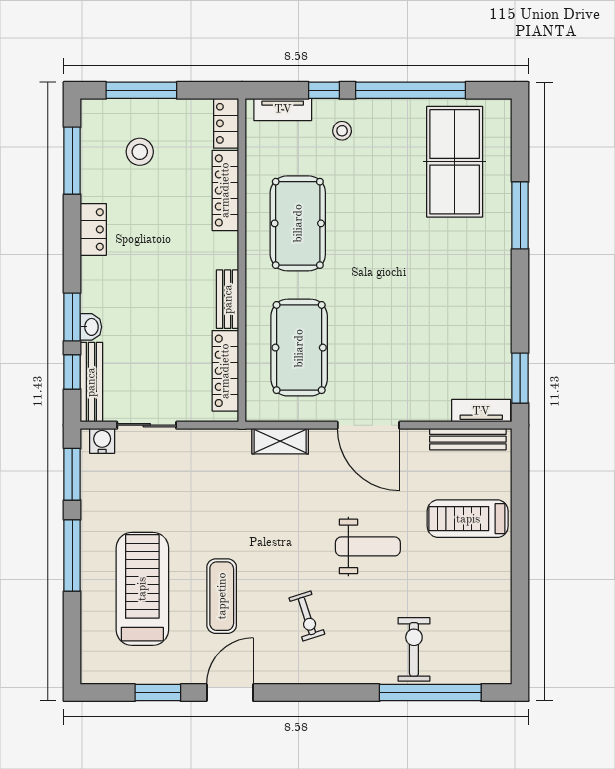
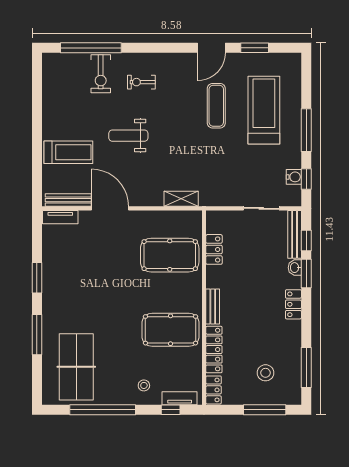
window: (324, 90) -> (171, 410), moved
pool table: (298, 223) -> (170, 330), turned 90
locker: (93, 229) -> (293, 304), moved
bench: (228, 299) -> (213, 307), moved
pool table: (299, 348) -> (170, 255), turned 90
locker: (225, 371) -> (214, 249), width x0.66
window: (520, 378) -> (37, 278), moved
door: (368, 425) -> (110, 208), moved
water cooler: (102, 441) -> (294, 177), moved, turned -90
window: (72, 474) -> (306, 179), width x0.67
treadmill: (142, 589) -> (264, 110), turned 180
exercise bike: (307, 616) -> (141, 82), moved, turned -72

